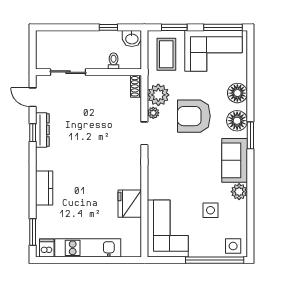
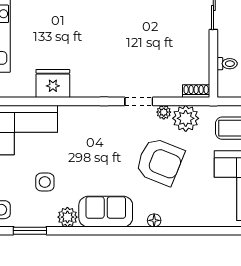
floor lamp: (237, 93) -> (188, 215), removed
armchair: (194, 116) -> (160, 162), turned 112
floor lamp: (237, 121) -> (154, 220), width x0.53, depth x0.53
window: (250, 135) -> (30, 231), moved

